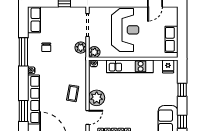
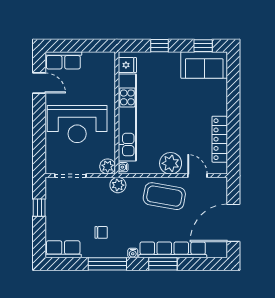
reception desk: (125, 30) -> (77, 124), turned 180
row of seats: (171, 39) -> (63, 60), moved
plant: (81, 48) -> (118, 185), moved
kitchen unit: (130, 66) -> (127, 117), width x1.36
coffee table: (73, 93) -> (164, 196), width x1.86, depth x1.72
window: (23, 111) -> (163, 264), moved

